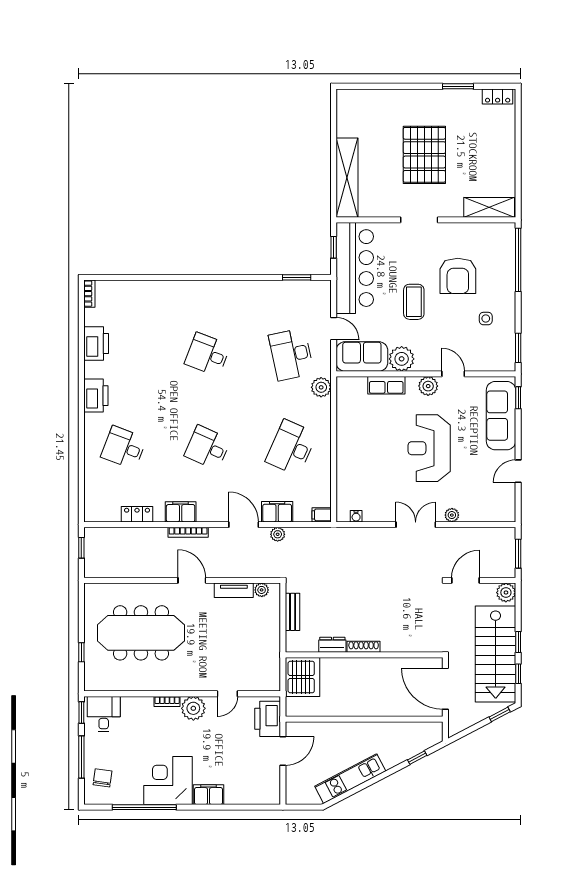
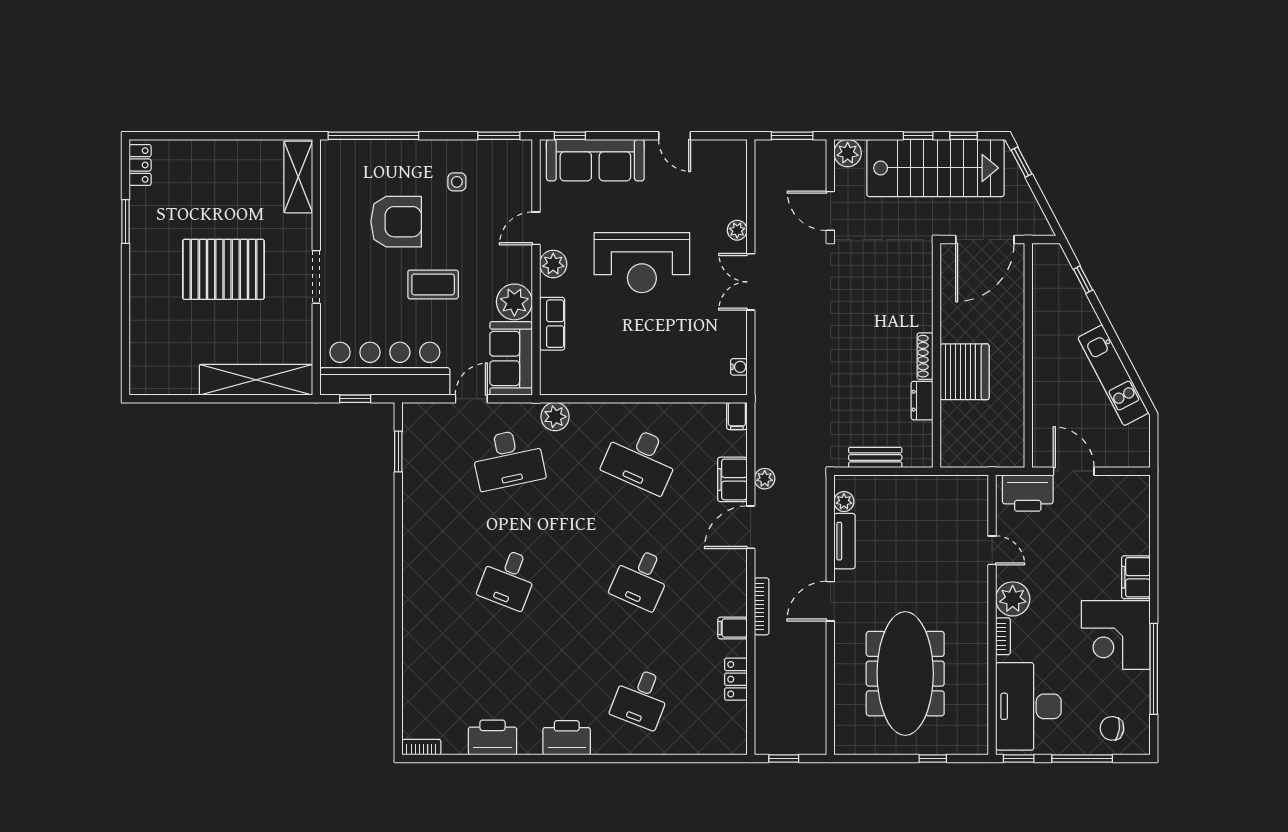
filing cabinet: (181, 512) -> (733, 628), width x0.50
server rack: (303, 677) -> (965, 372), moved, turned 90
desk: (104, 714) -> (1028, 706), width x1.87, depth x1.30

